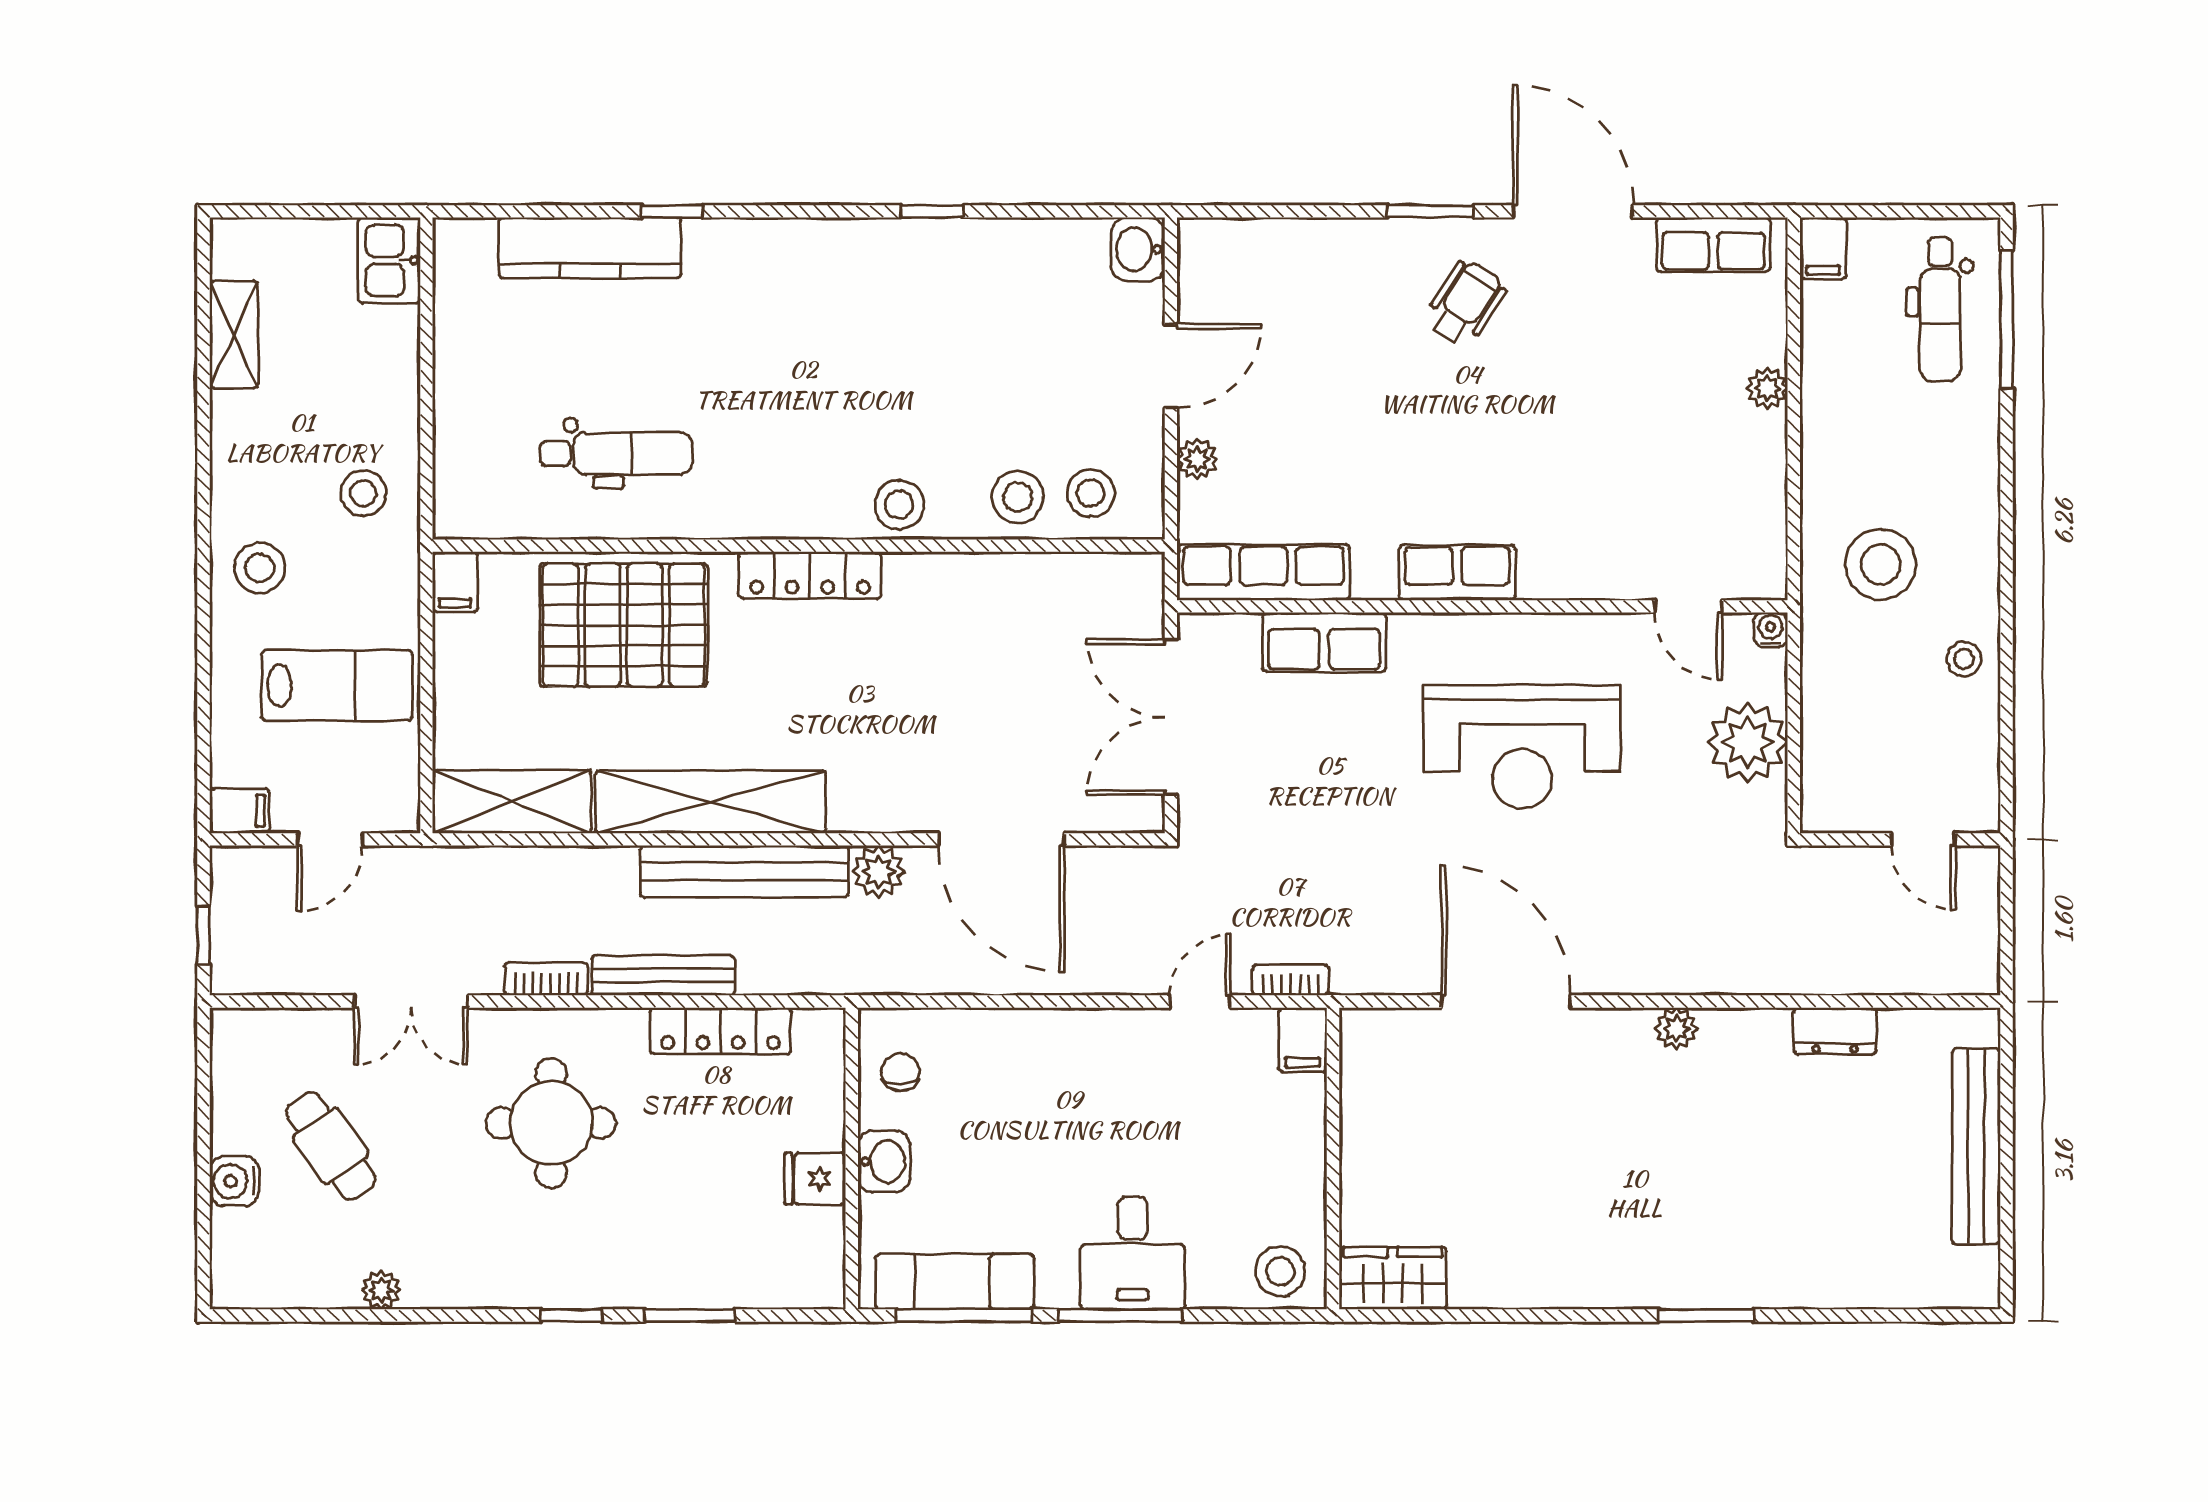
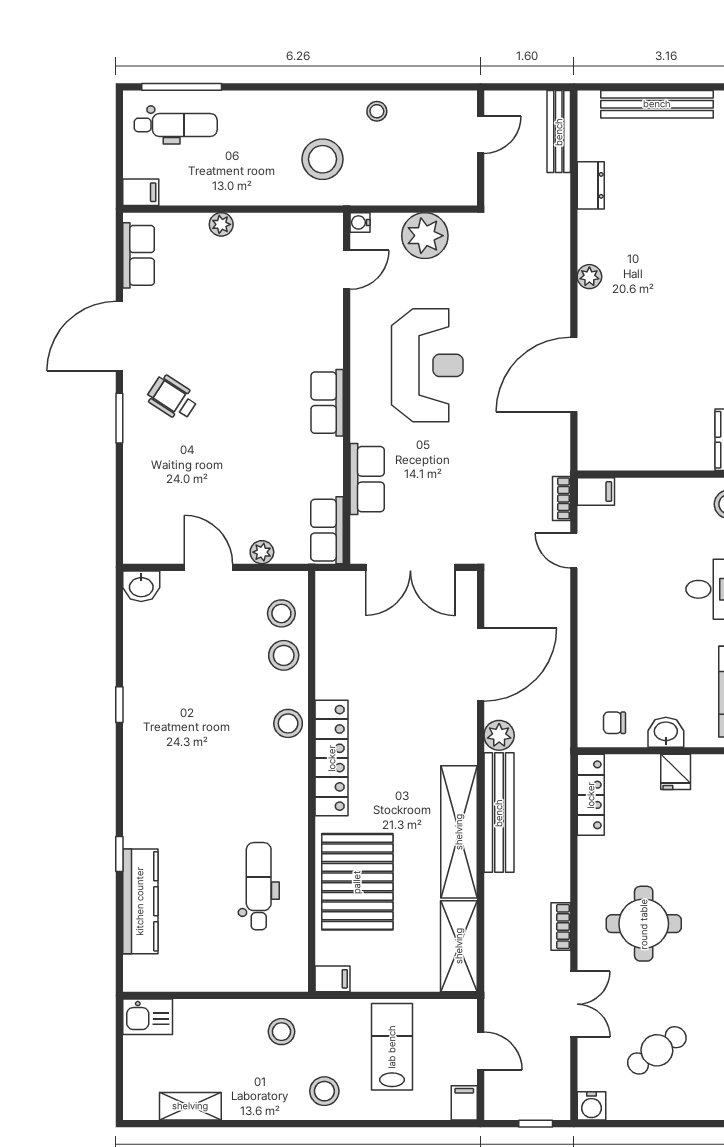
row of seats: (1263, 572) -> (327, 530), width x0.68
locker: (810, 575) -> (332, 758), width x1.41, depth x1.21
bench: (663, 975) -> (559, 132), moved
locker: (721, 1031) -> (591, 795), moved
water cooler: (234, 1181) -> (591, 1106), moved

